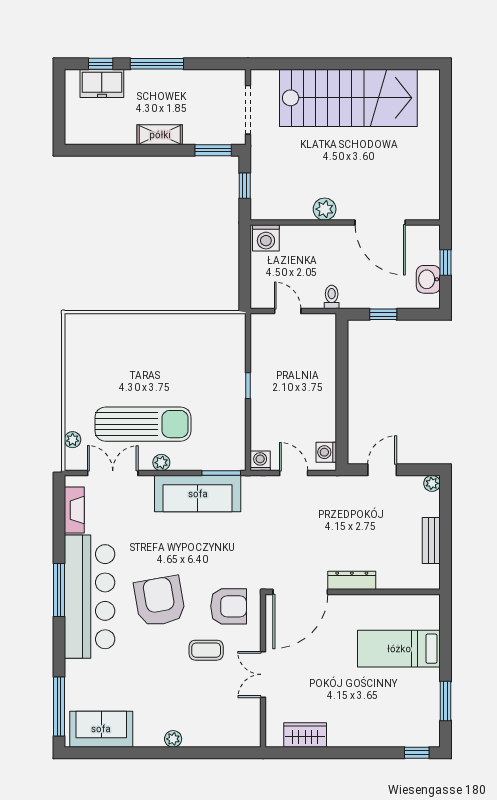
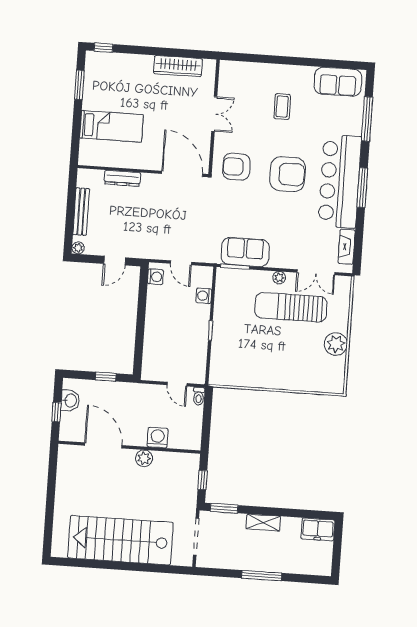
window: (101, 64) -> (304, 579), removed
freezer: (102, 83) -> (318, 529), moved, turned 180
washing machine: (266, 238) -> (158, 438), moved
toilet: (332, 297) -> (199, 396), moved
plant: (73, 440) -> (336, 344), moved, width x1.88, depth x1.88
washing machine: (260, 461) -> (204, 296), moved, turned 90
sofa: (198, 494) -> (245, 252), width x0.73
bench: (431, 541) -> (81, 212), width x1.36
dresser: (352, 580) -> (122, 178), moved
door: (300, 592) -> (182, 174), hinge flipped
armchair: (160, 601) -> (288, 174), turned -80
coffee table: (206, 650) -> (282, 107), moved, turned 90
window: (59, 707) -> (367, 119), moved
wardrobe: (305, 735) -> (178, 66), width x1.50
plant: (173, 739) -> (285, 71), removed

